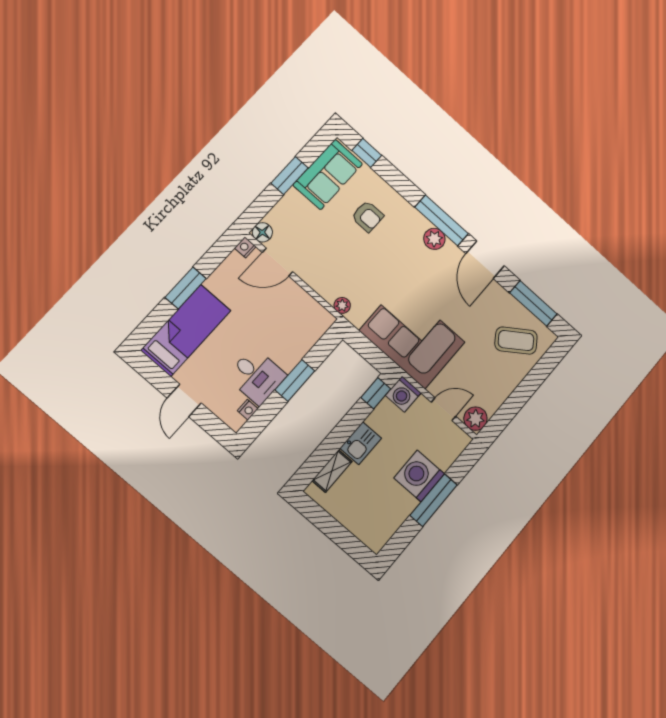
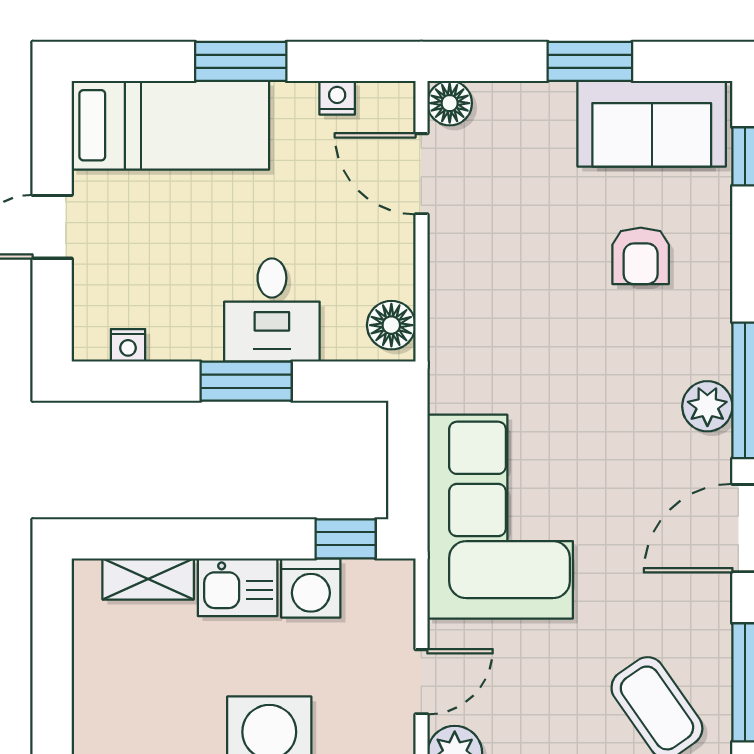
nightstand: (245, 247) -> (337, 98), moved
plant: (342, 305) -> (446, 349), removed
floor lamp: (319, 316) -> (391, 325), added
desk: (256, 376) -> (272, 310), moved
washing machine: (403, 394) -> (311, 588), moved, turned -90
door: (443, 409) -> (421, 682), hinge flipped

